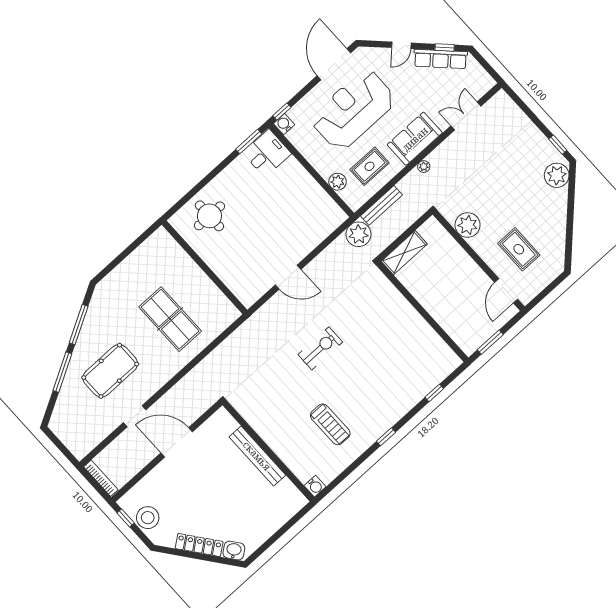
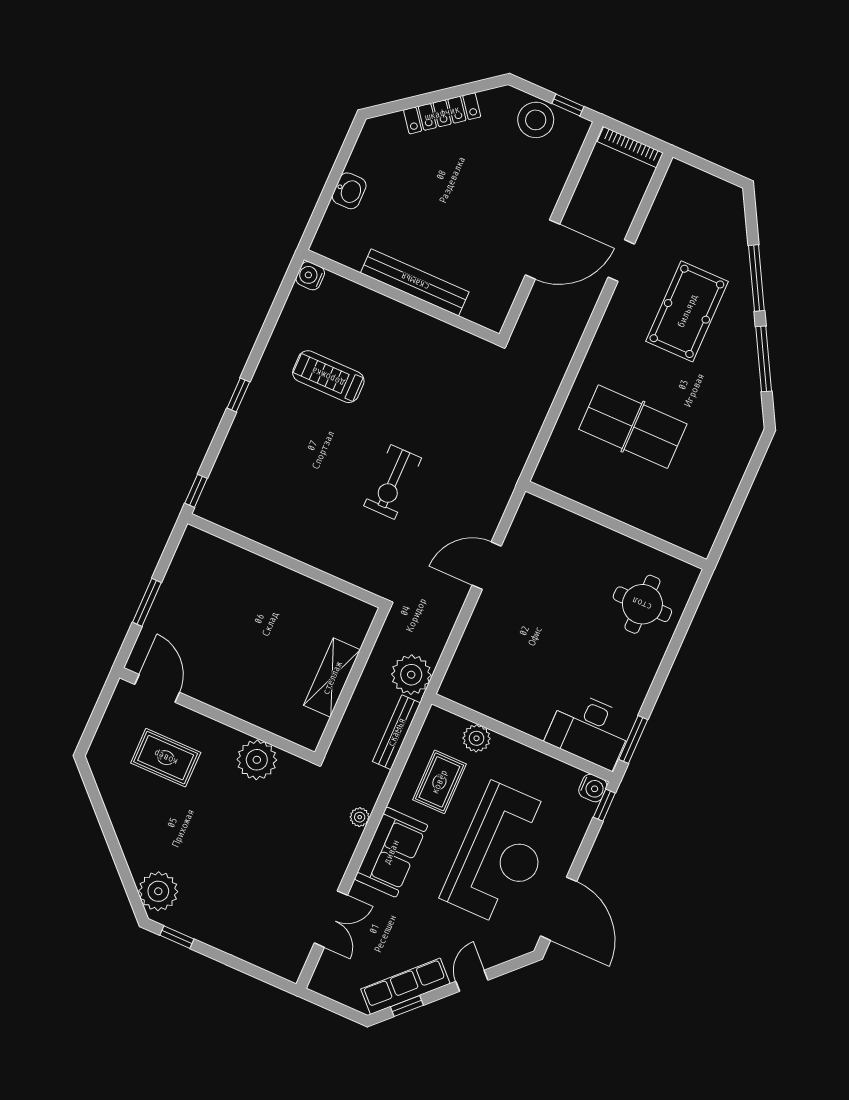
desk: (267, 153) -> (590, 730), width x1.37
wall: (422, 312) -> (285, 561), moved
washbasin: (234, 551) -> (349, 191), moved, turned -53

